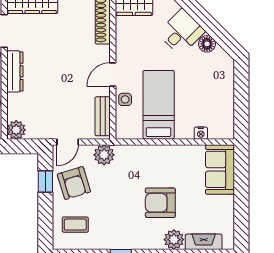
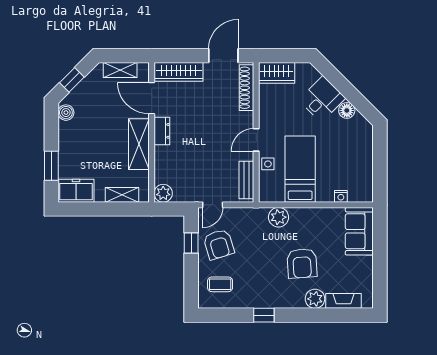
dresser: (15, 71) -> (162, 131), width x0.70
plant: (104, 155) -> (279, 217), moved
armchair: (160, 203) -> (302, 263), turned -94

